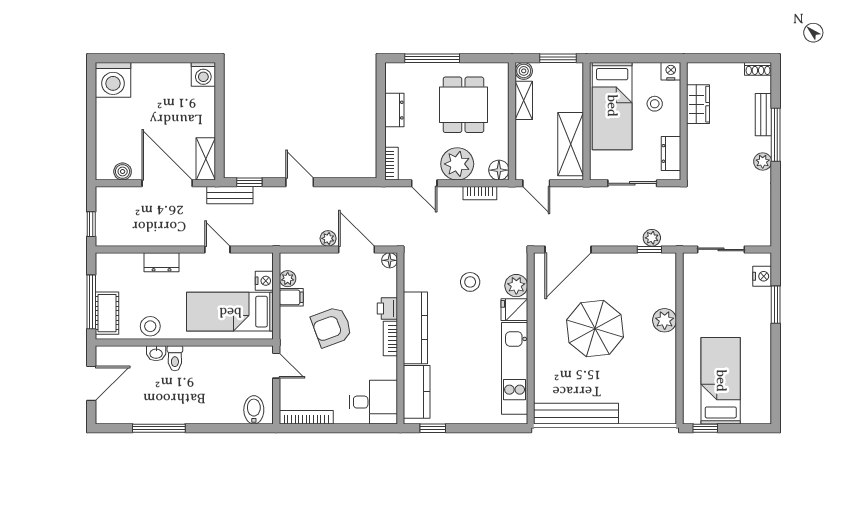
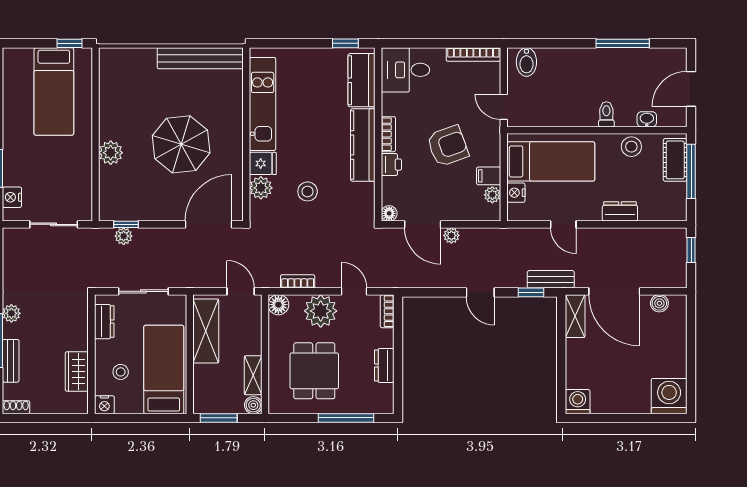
washbasin: (156, 353) -> (647, 119), moved

